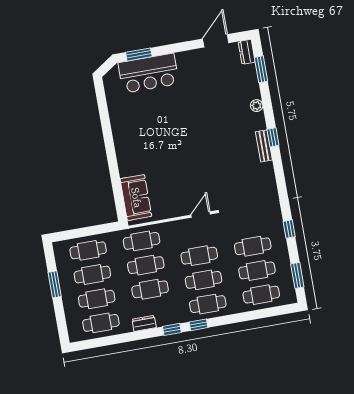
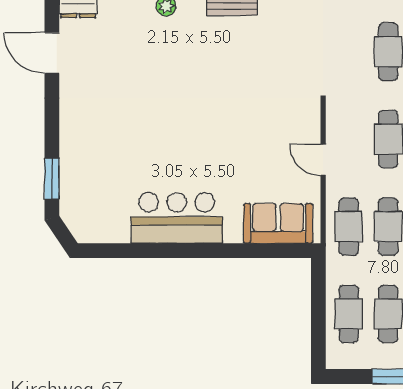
bar counter: (149, 73) -> (177, 218), moved, turned -90
door: (201, 214) -> (323, 160), moved

